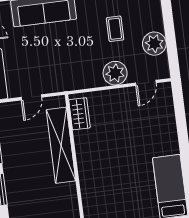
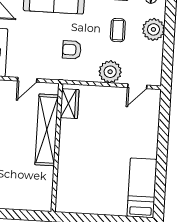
plant: (154, 44) -> (153, 29), moved
armchair: (71, 58) -> (72, 50), added

